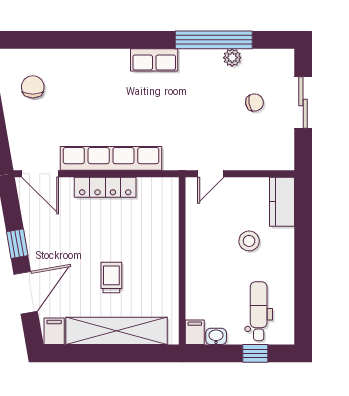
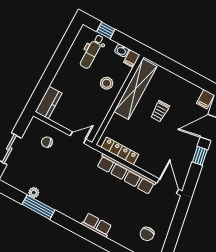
window: (214, 40) -> (38, 207), width x0.68
row of seats: (154, 60) -> (97, 225), moved
chair: (254, 103) -> (47, 142), moved
locker: (105, 187) -> (120, 151), moved
stool: (249, 241) -> (107, 83), moved
shelving: (117, 331) -> (135, 89), moved, turned 90

